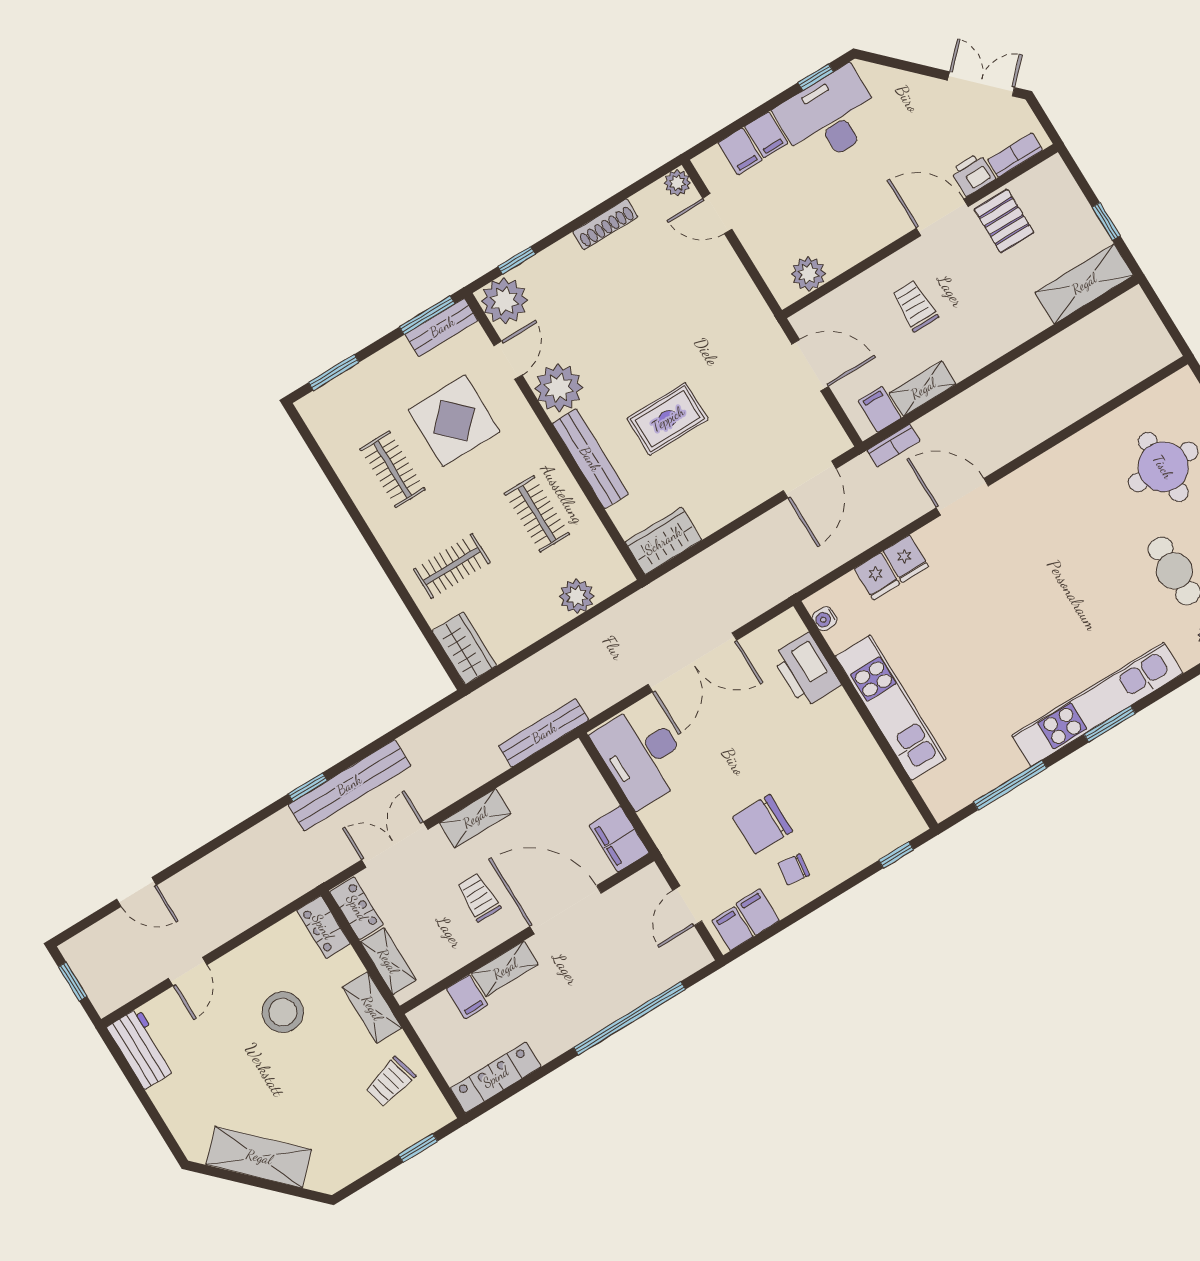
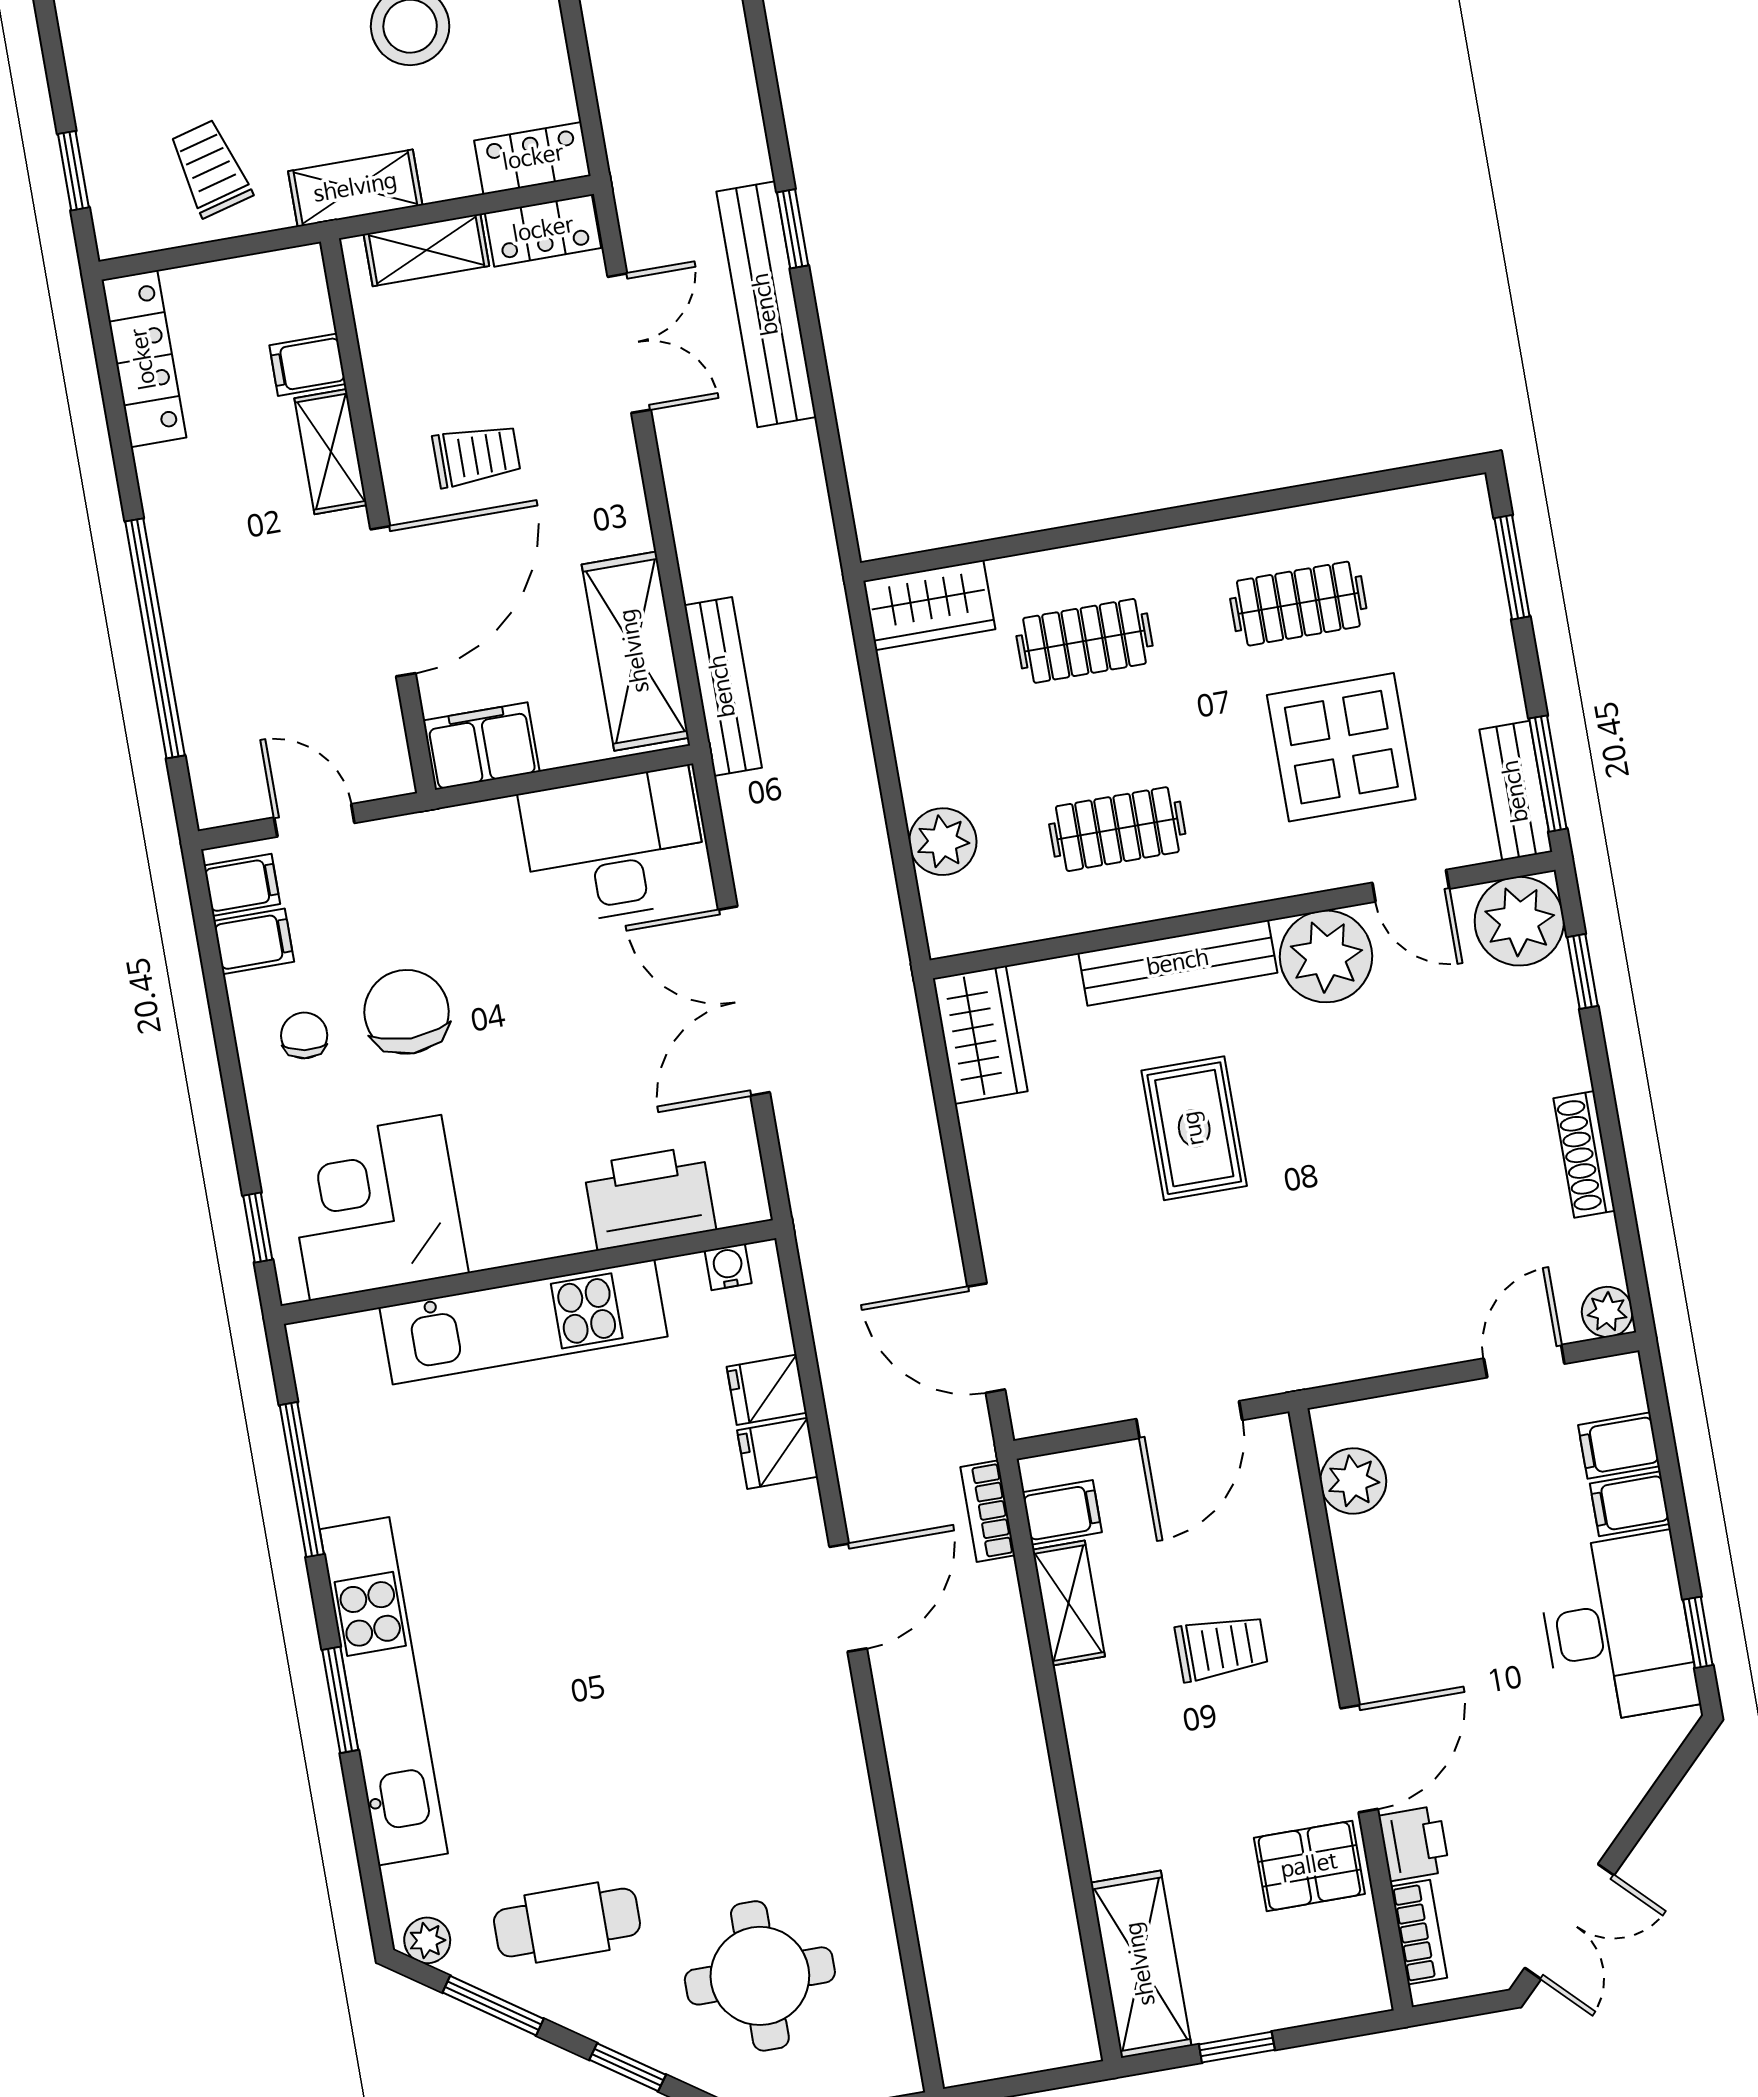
clothes rail: (452, 566) -> (1085, 641), turned 90
corner desk: (864, 801) -> (376, 1208), added
shelving: (475, 818) -> (635, 651), moved, width x1.50, depth x1.33

